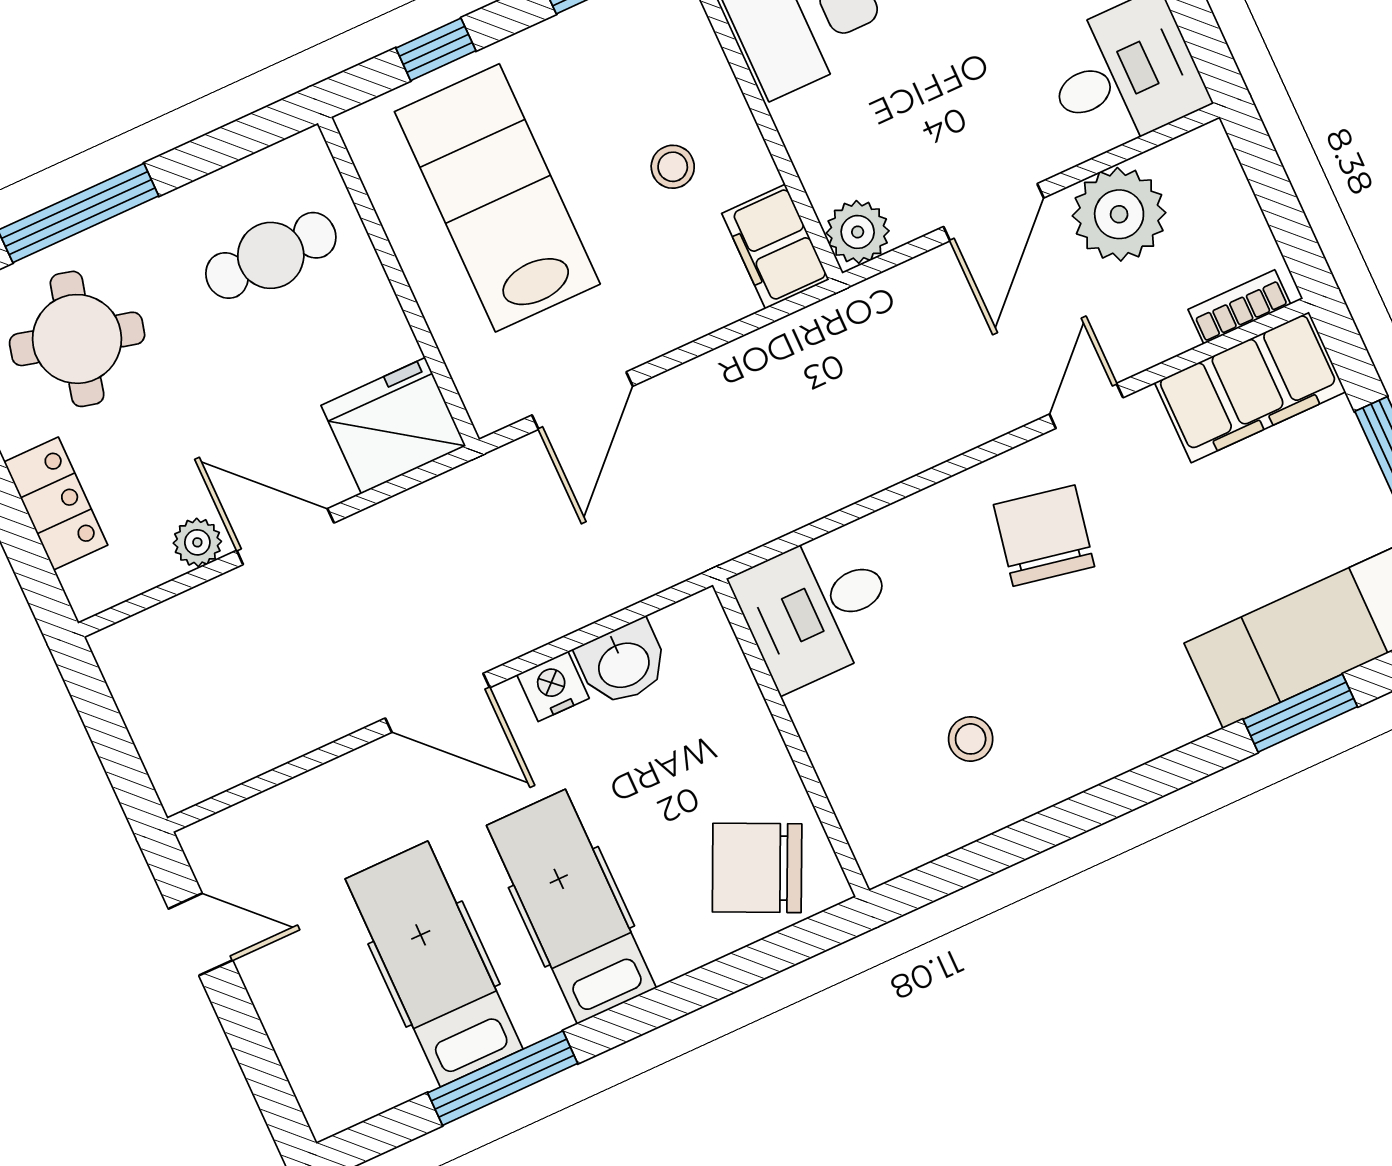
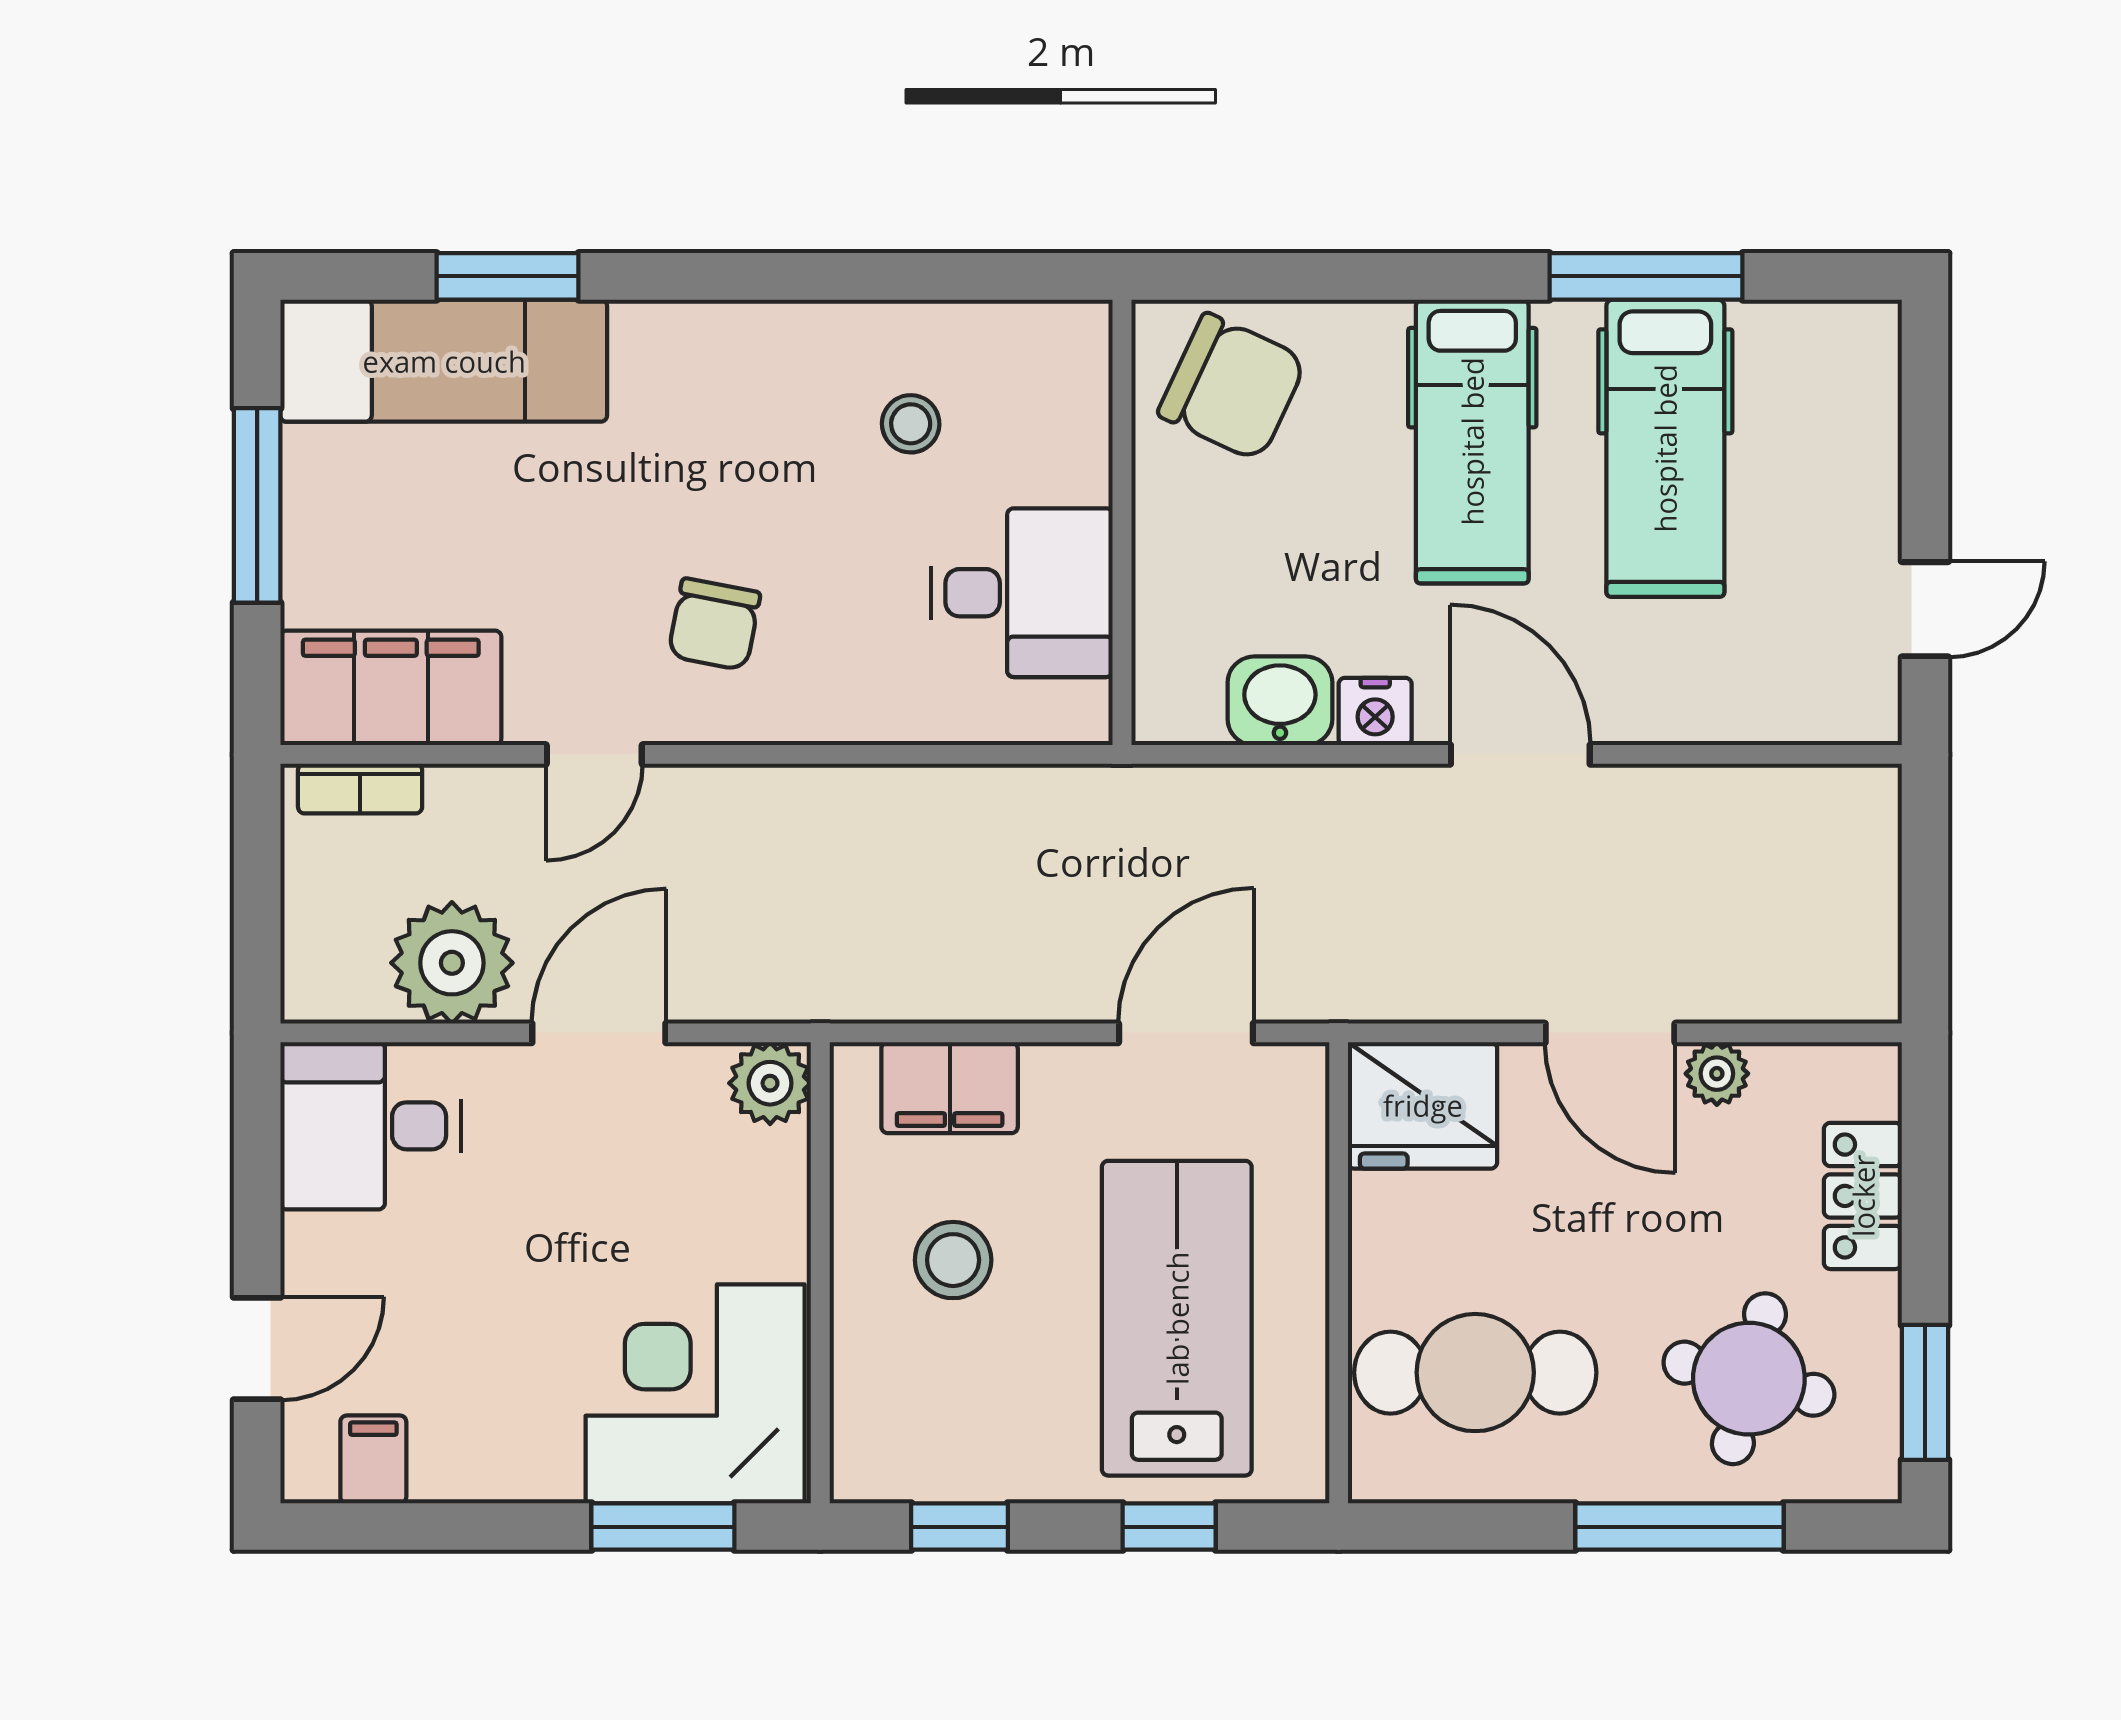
stool: (673, 167) -> (953, 1260), width x1.37, depth x1.37
lab bench: (497, 198) -> (1177, 1318), turned 180
filing cabinet: (775, 247) -> (950, 1088), moved, turned 90
cafe table: (271, 255) -> (1475, 1373), width x1.37, depth x1.35
chair: (1044, 536) -> (714, 624), width x0.73, depth x0.73
desk: (817, 609) -> (1022, 593), moved
door: (201, 934) -> (1925, 609), swing flipped

